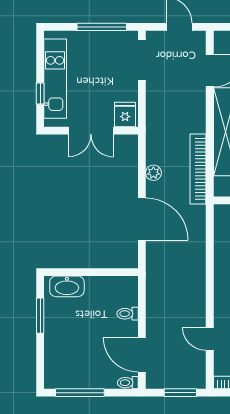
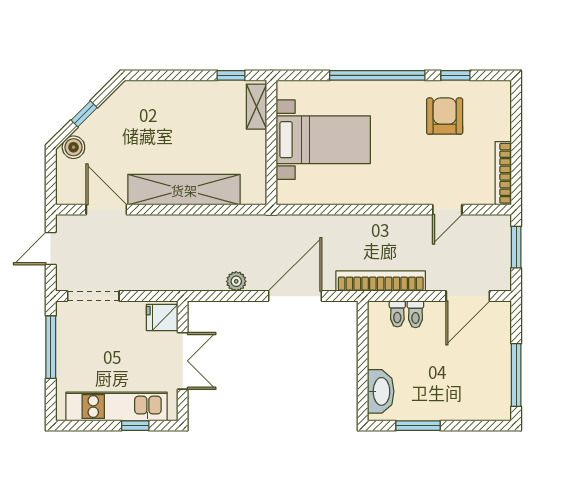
bookcase: (198, 169) -> (381, 281), moved, turned 180
toilet: (128, 383) -> (397, 314), moved

